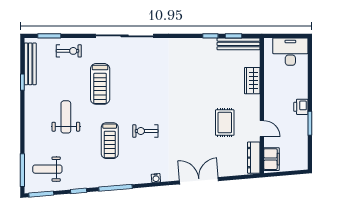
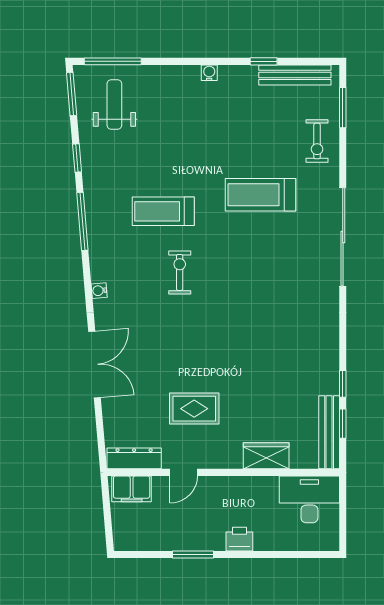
desk: (290, 52) -> (309, 499), moved, turned -90
printer: (301, 107) -> (239, 539), moved
water cooler: (29, 114) -> (209, 73), added
weight bench: (66, 117) -> (204, 136), removed

